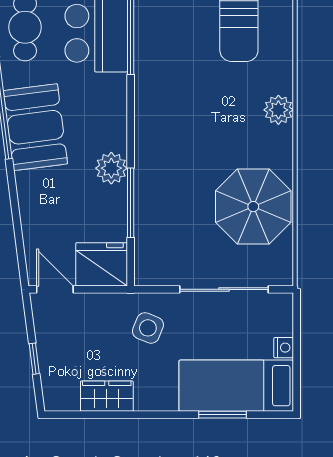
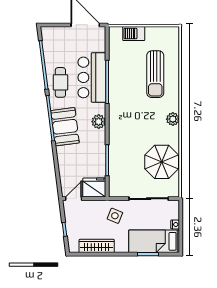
plant: (111, 168) -> (99, 122), moved
door: (55, 289) -> (74, 199), hinge flipped
wardrobe: (107, 396) -> (97, 246), width x1.50

